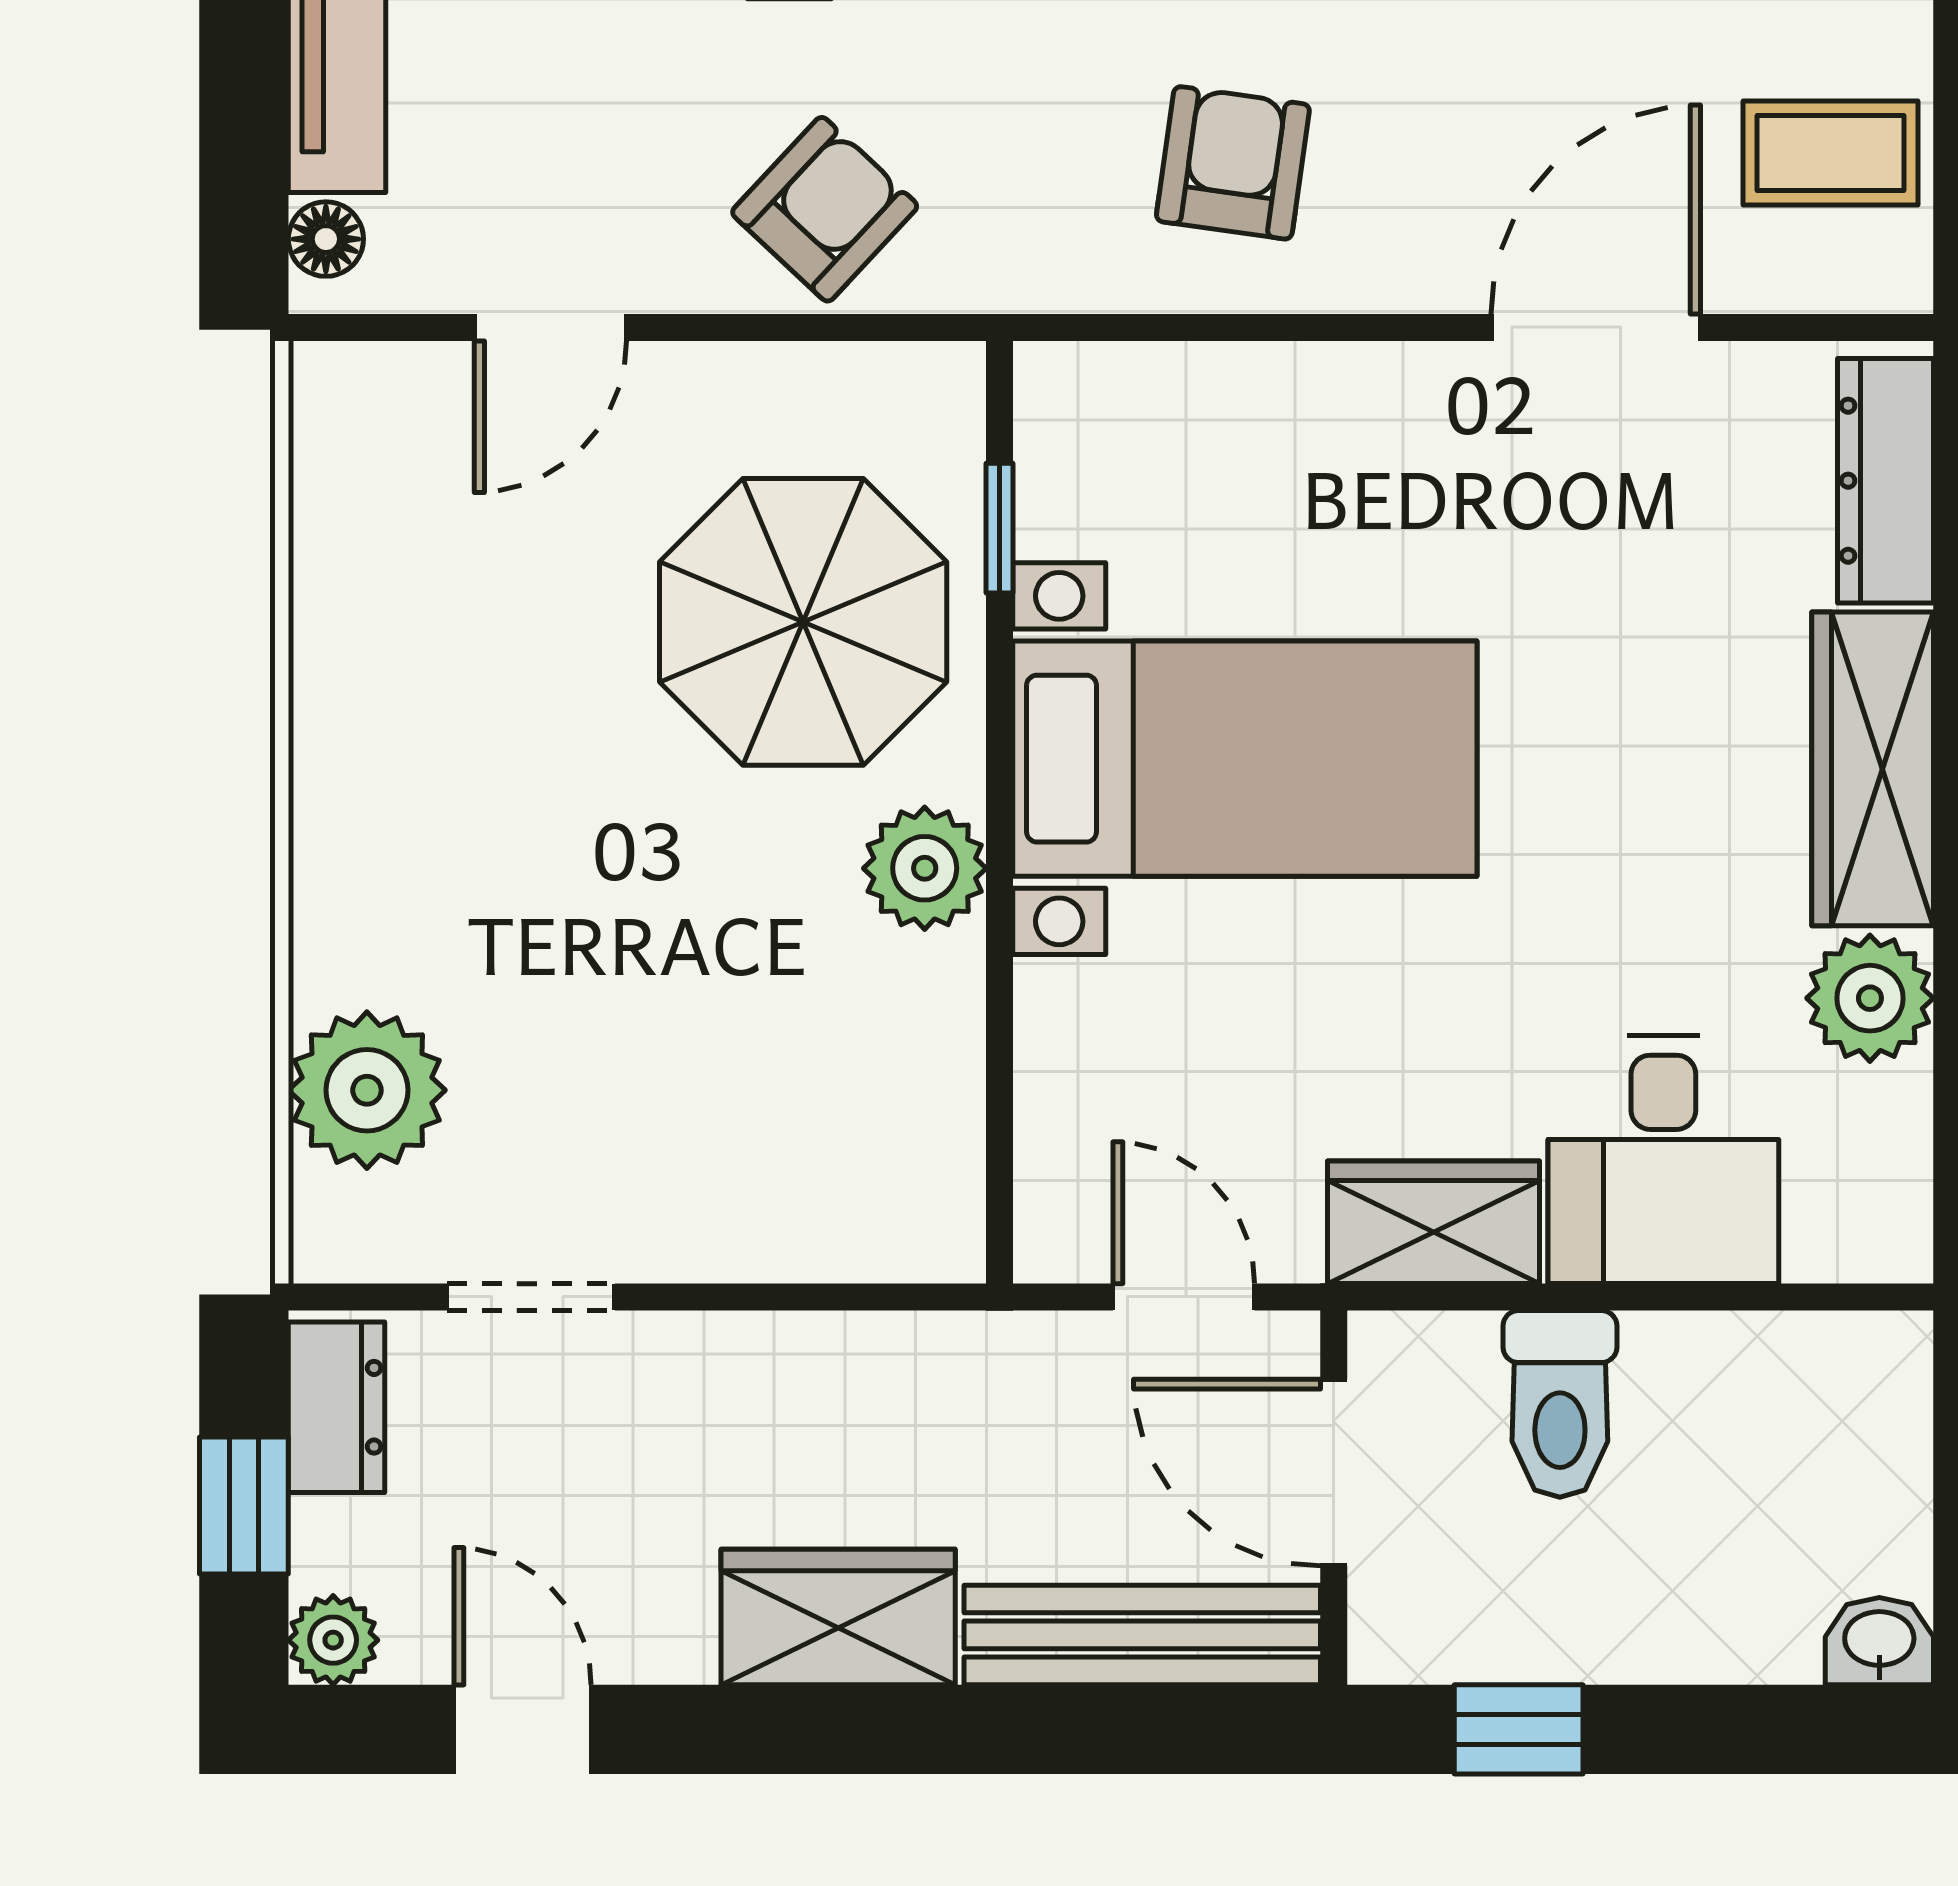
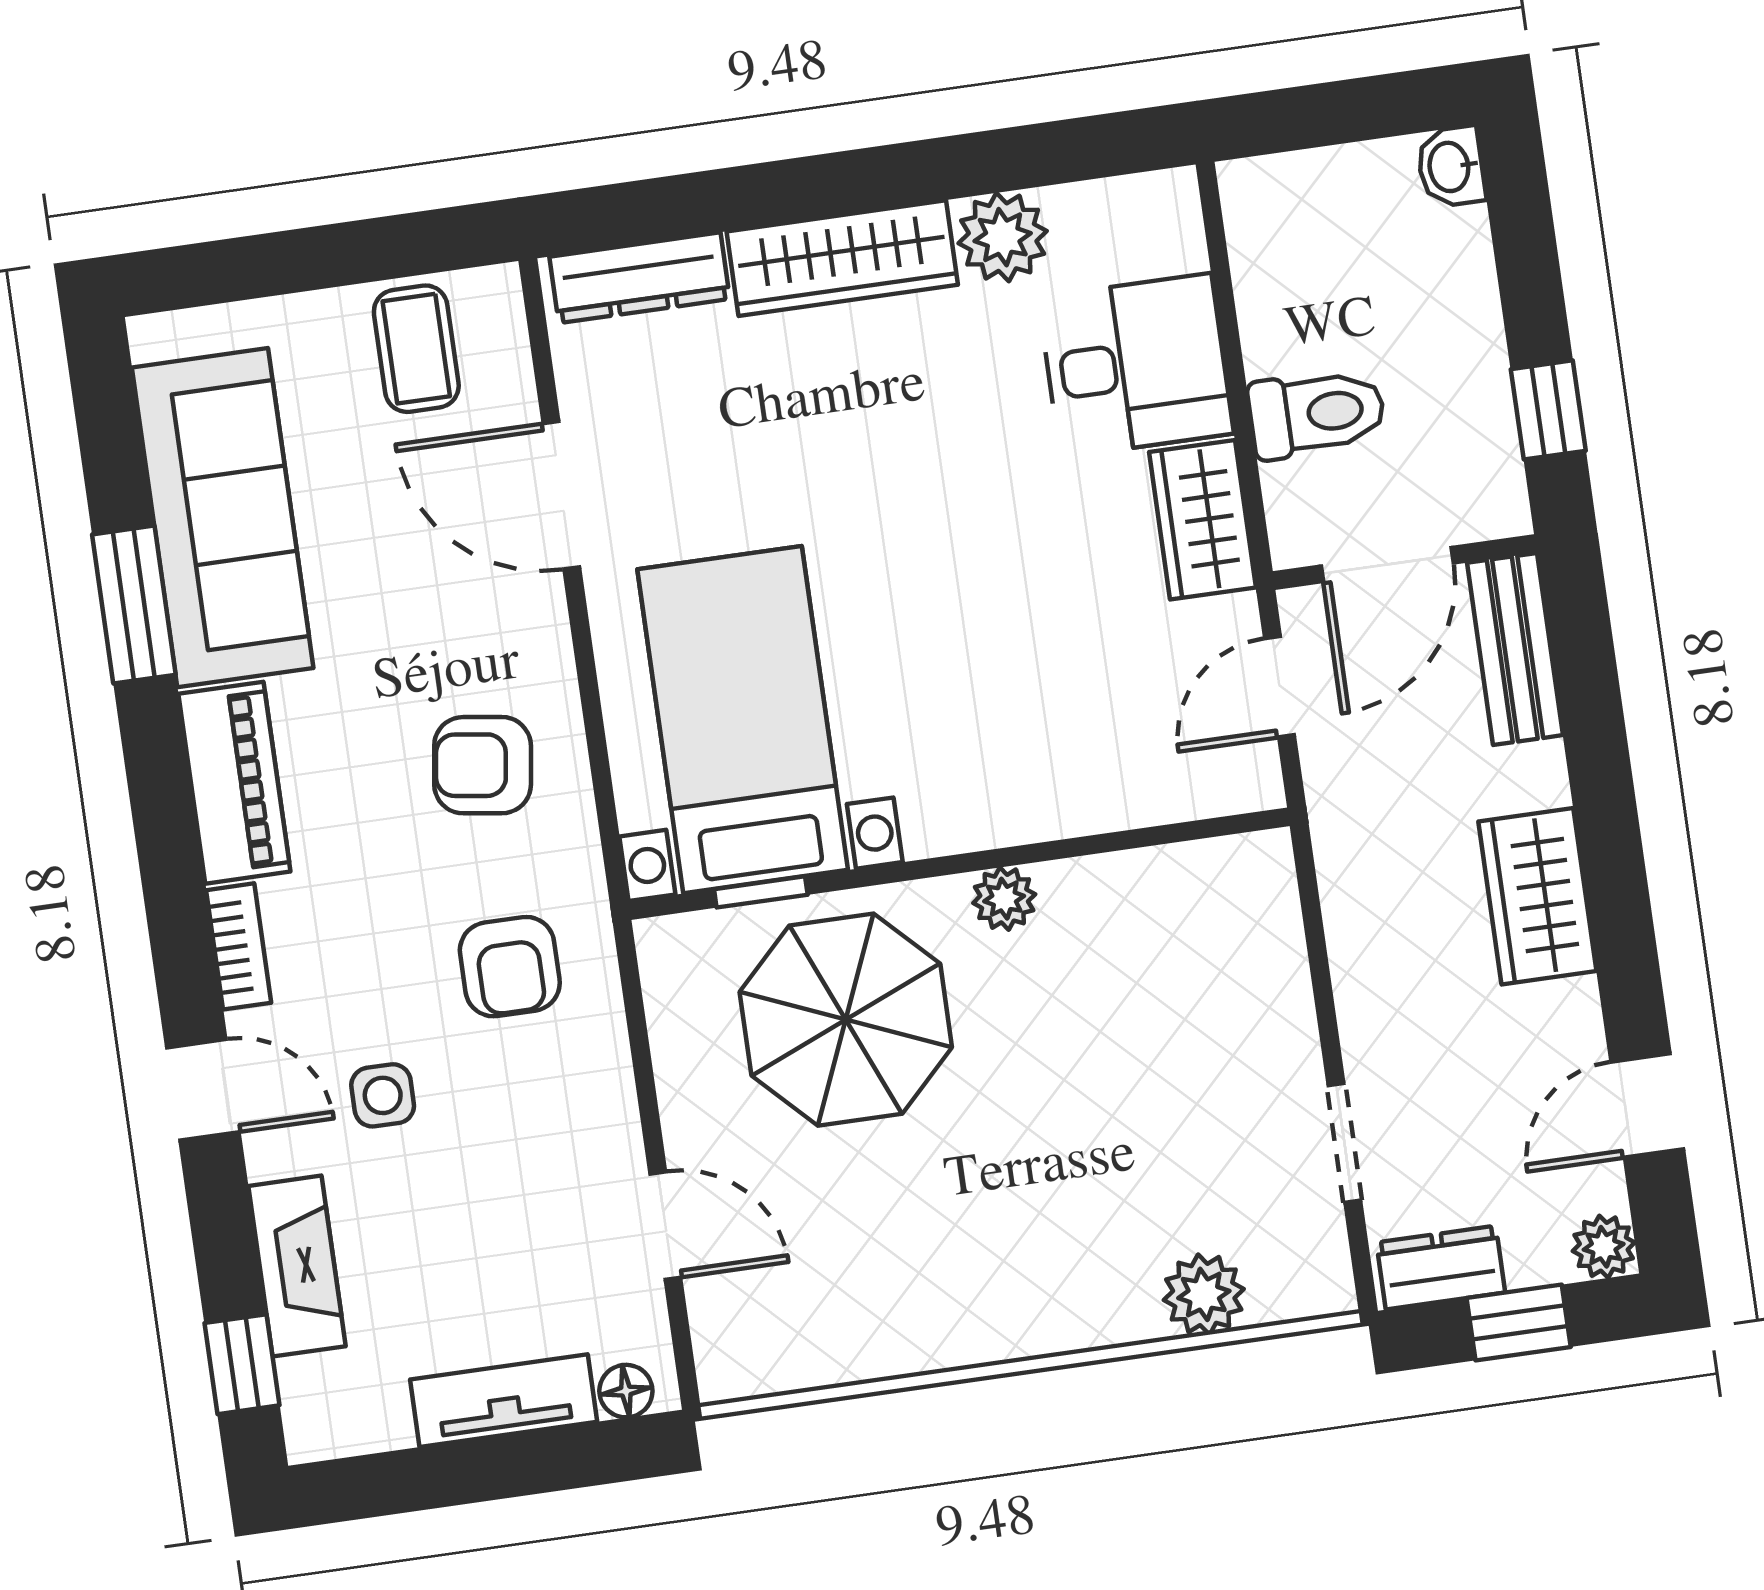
armchair: (825, 209) -> (510, 967), moved, turned -133
bed with nightstands: (1245, 759) -> (743, 720), moved
plant: (925, 868) -> (1004, 899), width x0.73, depth x0.73
plant: (367, 1090) -> (1204, 1294), width x0.73, depth x0.73
bench: (1142, 1635) -> (1515, 649), width x0.73

